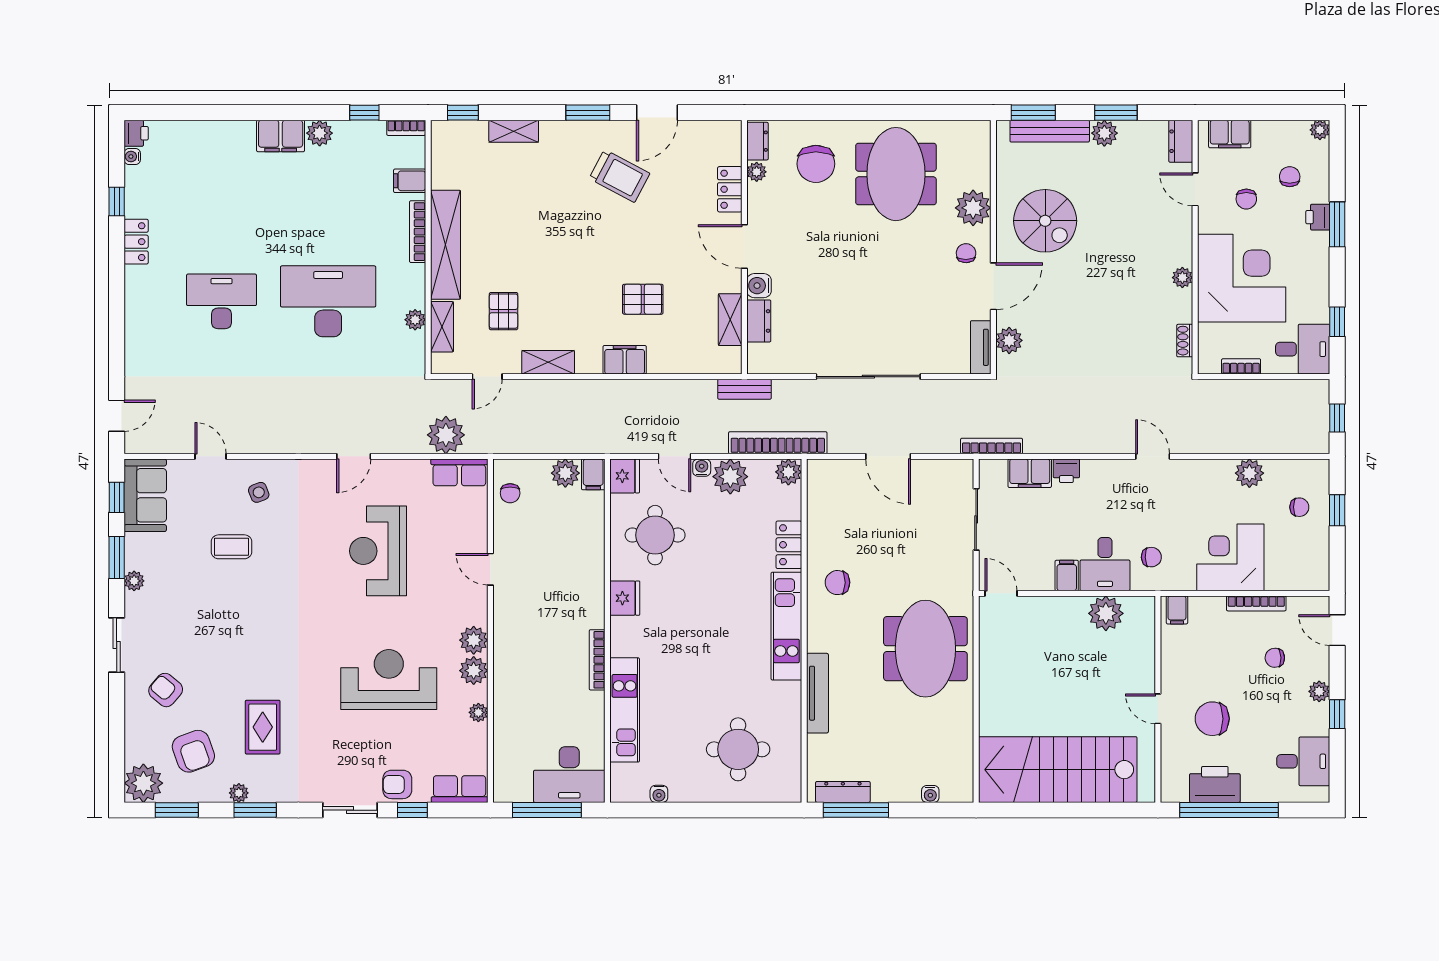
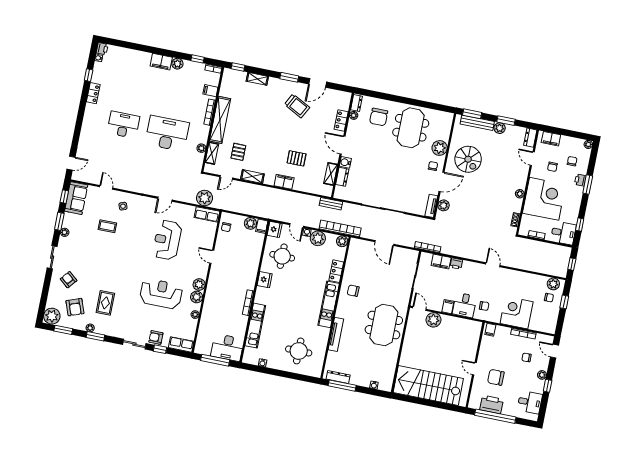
plant: (1249, 473) -> (553, 284), moved
plant: (1106, 613) -> (433, 320), moved

